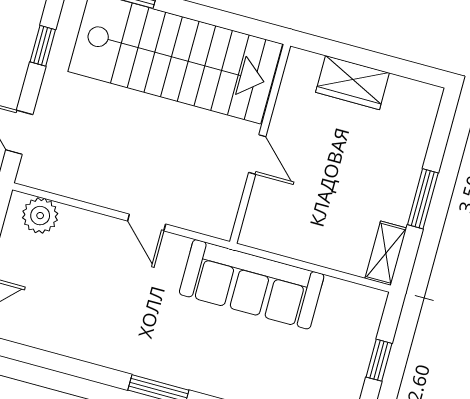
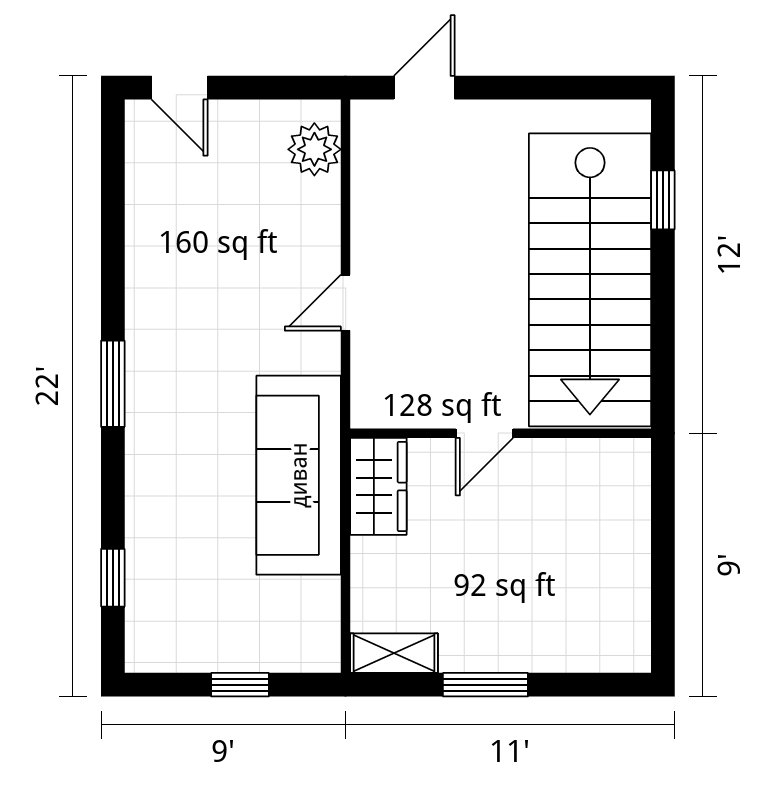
window: (43, 46) -> (556, 88), removed
wardrobe: (352, 83) -> (378, 486), moved, turned 180

